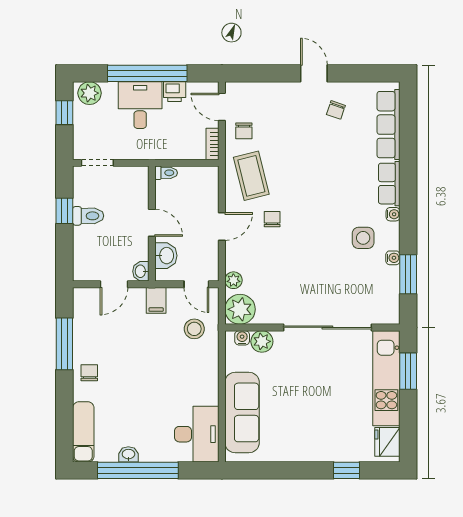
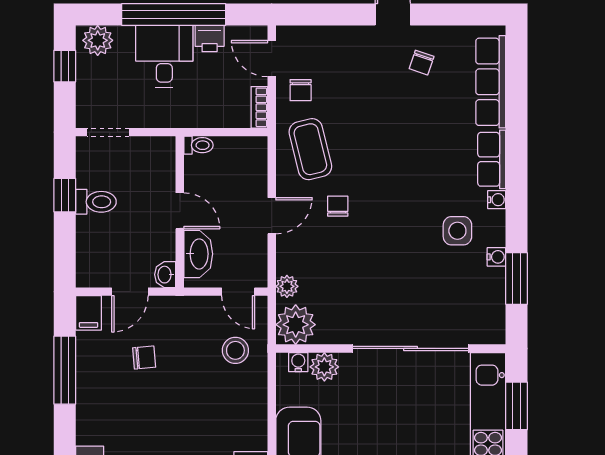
washbasin: (166, 256) -> (198, 254), width x1.38
filing cabinet: (156, 300) -> (89, 313), moved
chair: (89, 373) -> (144, 357), moved, turned 85

